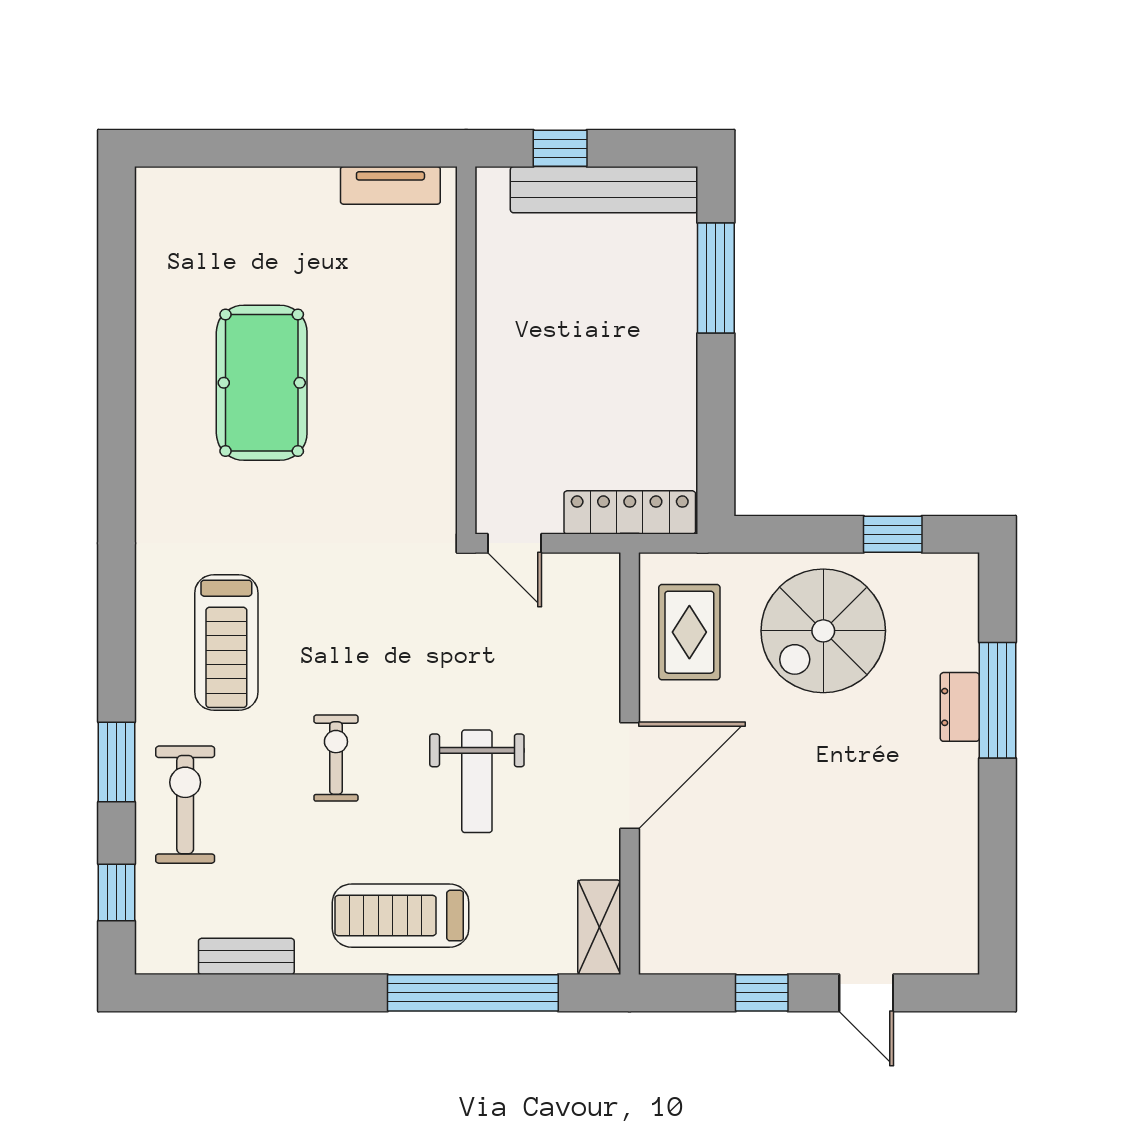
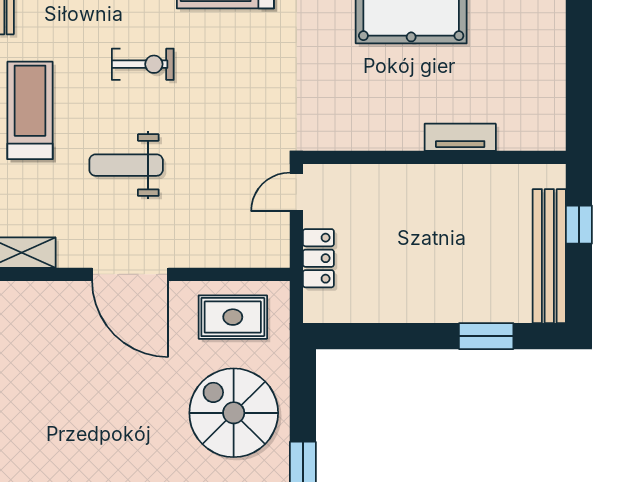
tv unit: (390, 185) -> (460, 137), moved, turned 90
window: (716, 278) -> (486, 336), width x0.69
locker: (630, 512) -> (318, 258), width x0.66

